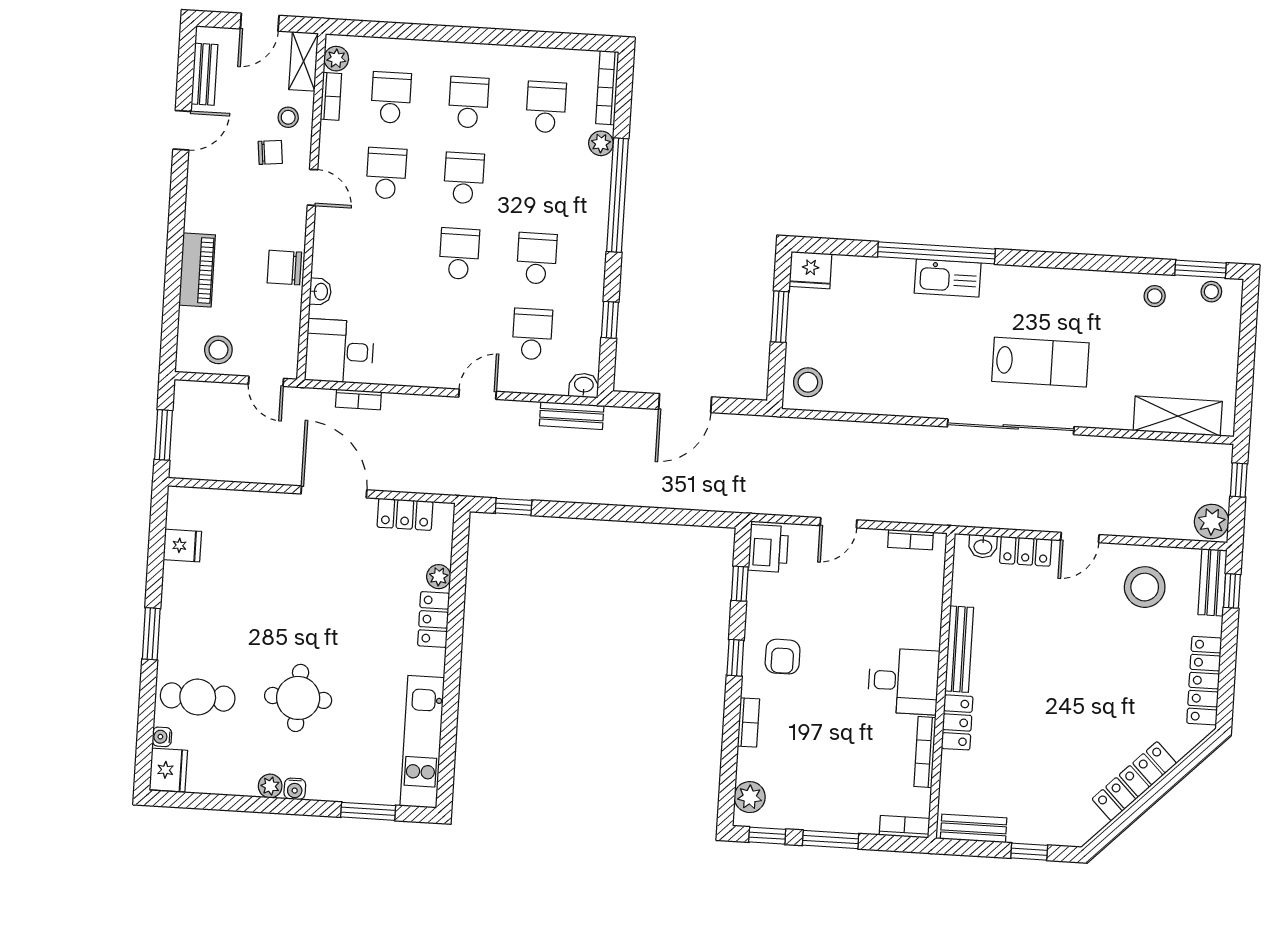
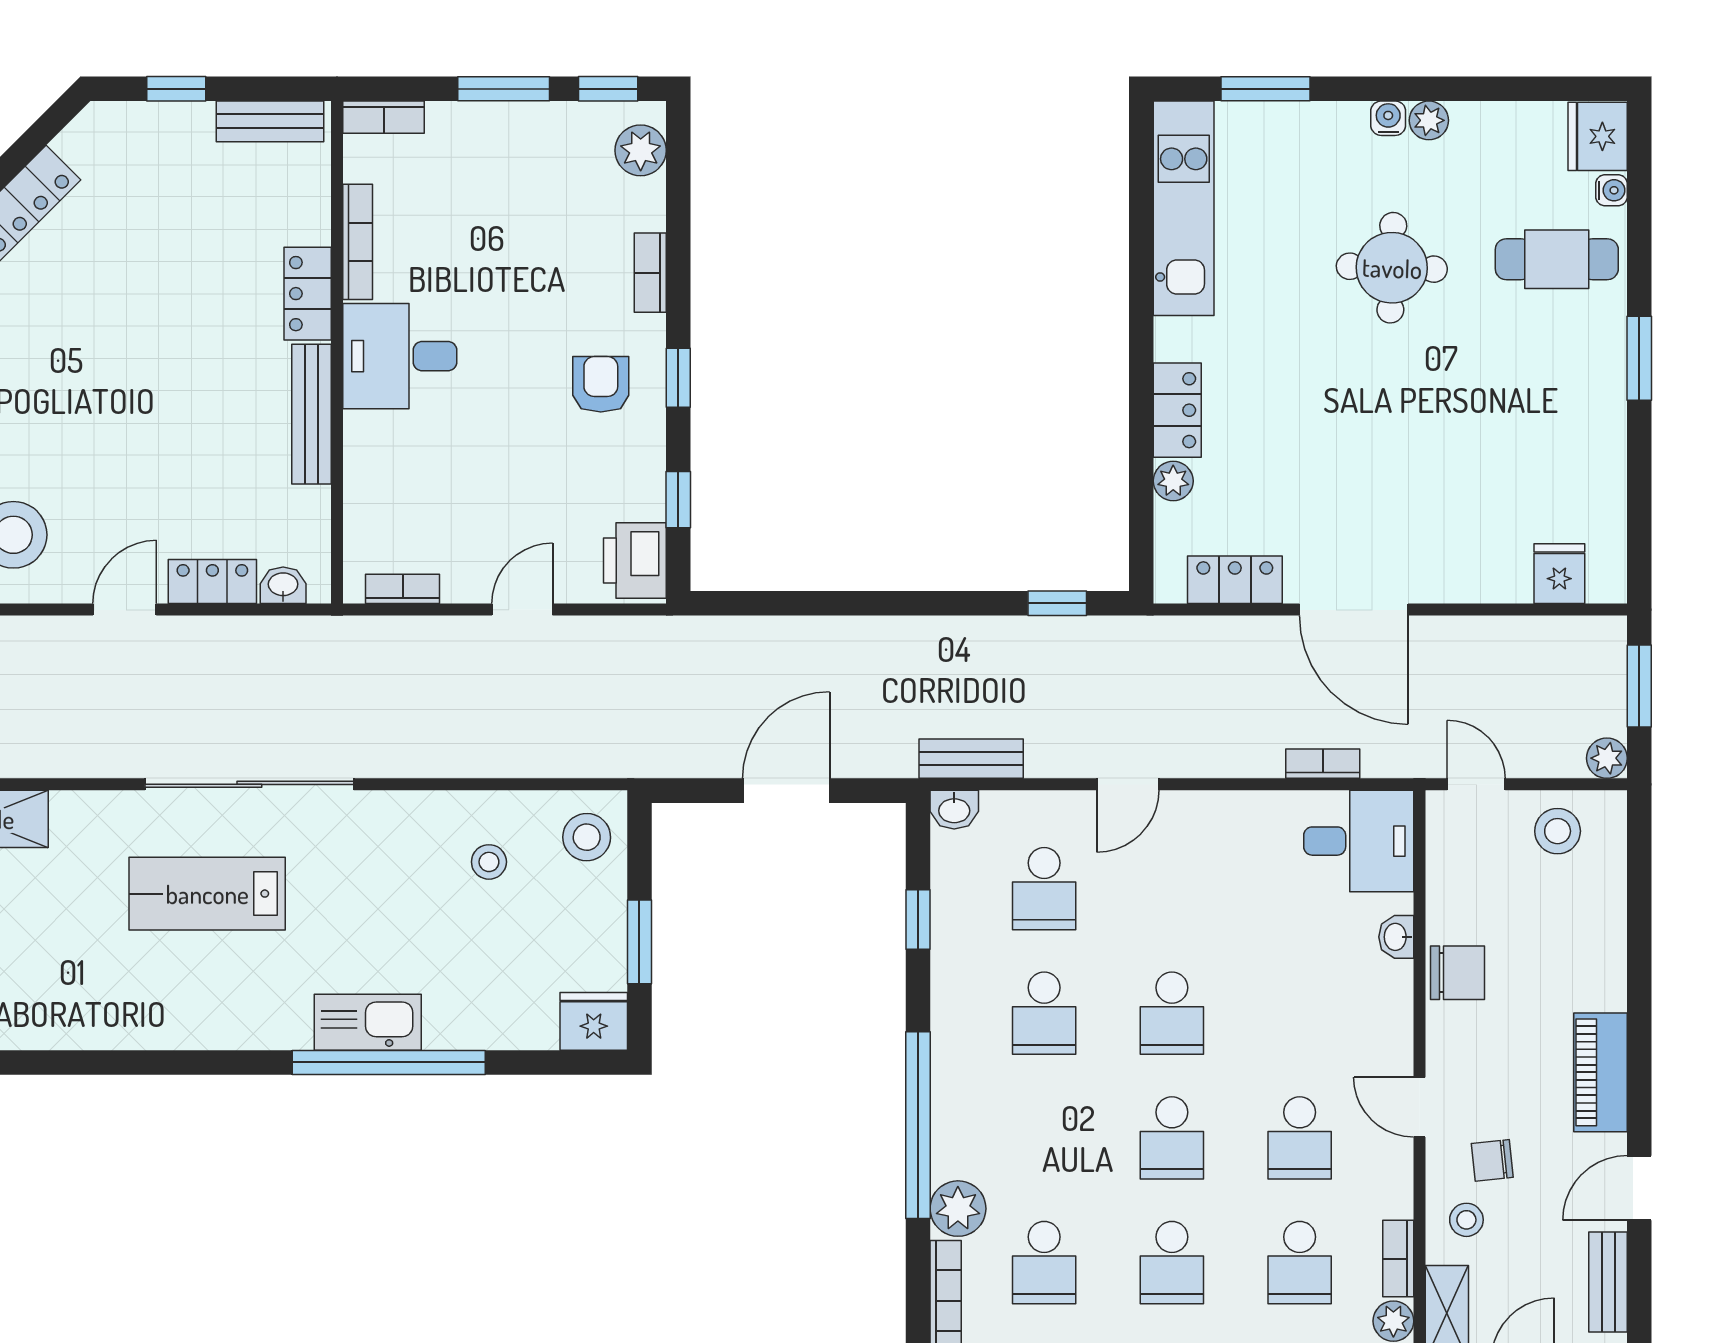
plant: (601, 143) -> (958, 1209), width x1.38, depth x1.38
piano: (197, 270) -> (1601, 1072), moved
stool: (1155, 296) -> (489, 862), moved
plant: (186, 392) -> (1607, 758), added
fridge: (182, 546) -> (1559, 574), moved, turned 90

